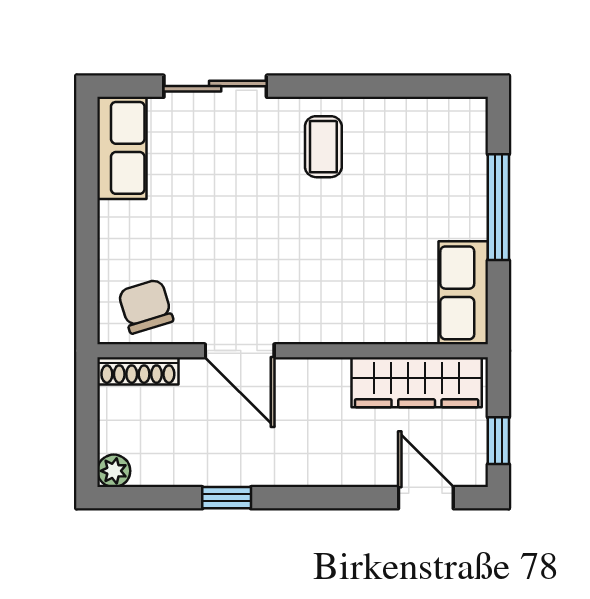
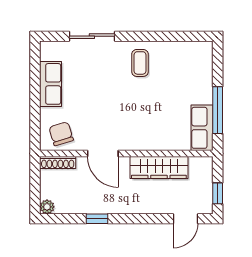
row of seats: (122, 148) -> (51, 84), moved
window: (498, 207) -> (218, 110), moved
wardrobe: (417, 382) -> (159, 167), moved
door: (426, 498) -> (185, 219), swing flipped

